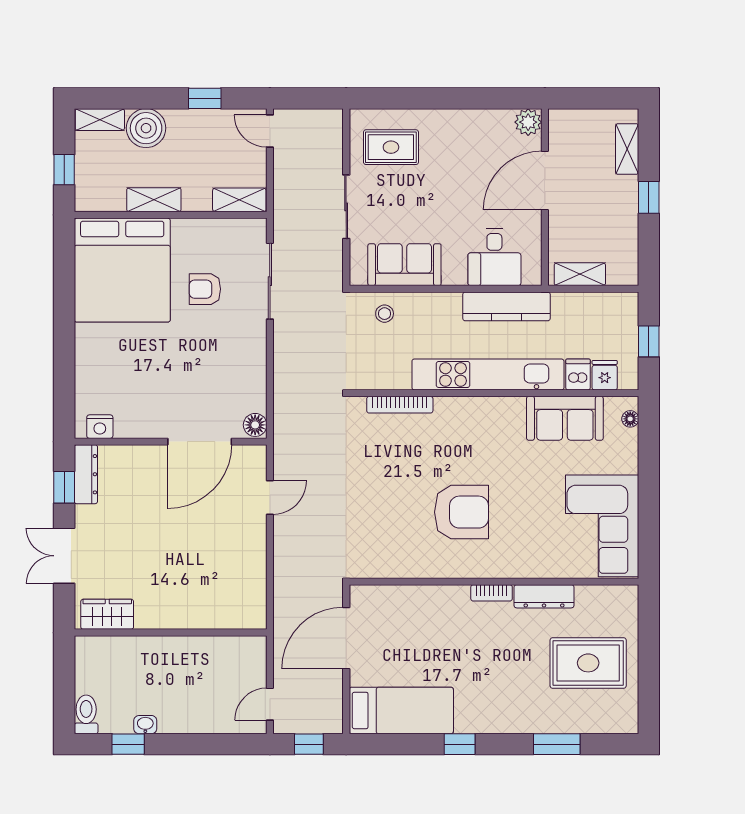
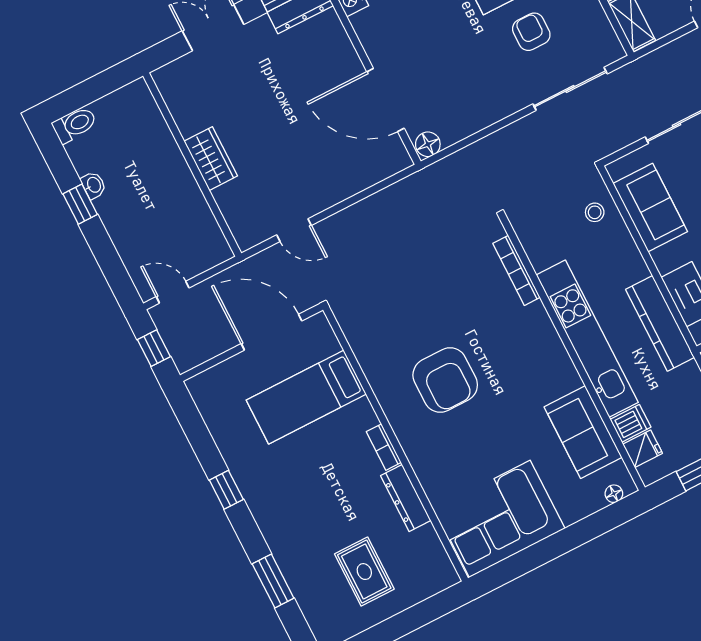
door: (270, 497) -> (294, 230), moved
wardrobe: (107, 614) -> (211, 159), moved
rug: (588, 663) -> (364, 572), width x0.73, depth x0.70
bed: (401, 710) -> (306, 397), moved, turned 90
window: (128, 744) -> (80, 204), moved

